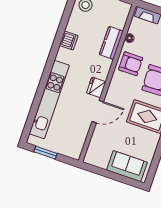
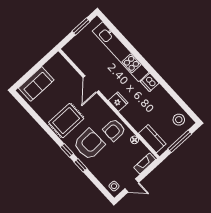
dishwasher: (69, 40) -> (150, 82), moved
kitchen counter: (111, 43) -> (152, 139), moved
fridge: (96, 87) -> (118, 102), moved

